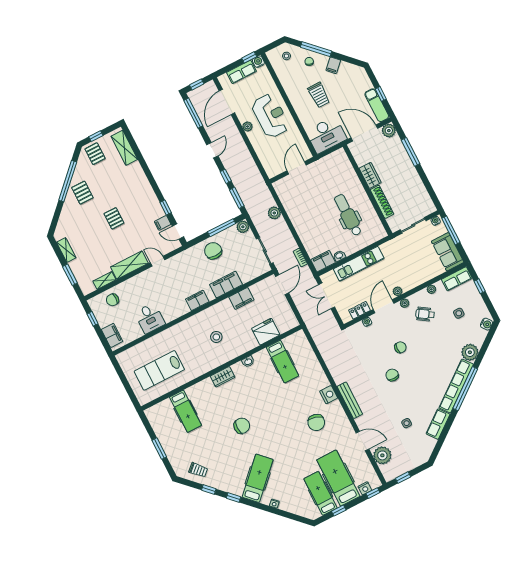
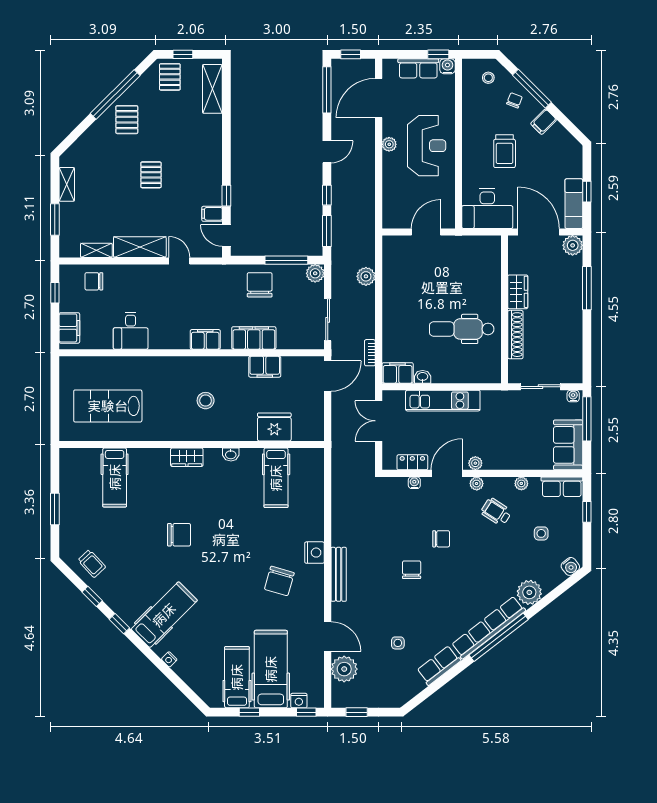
dental chair: (348, 215) -> (462, 329), turned -90

